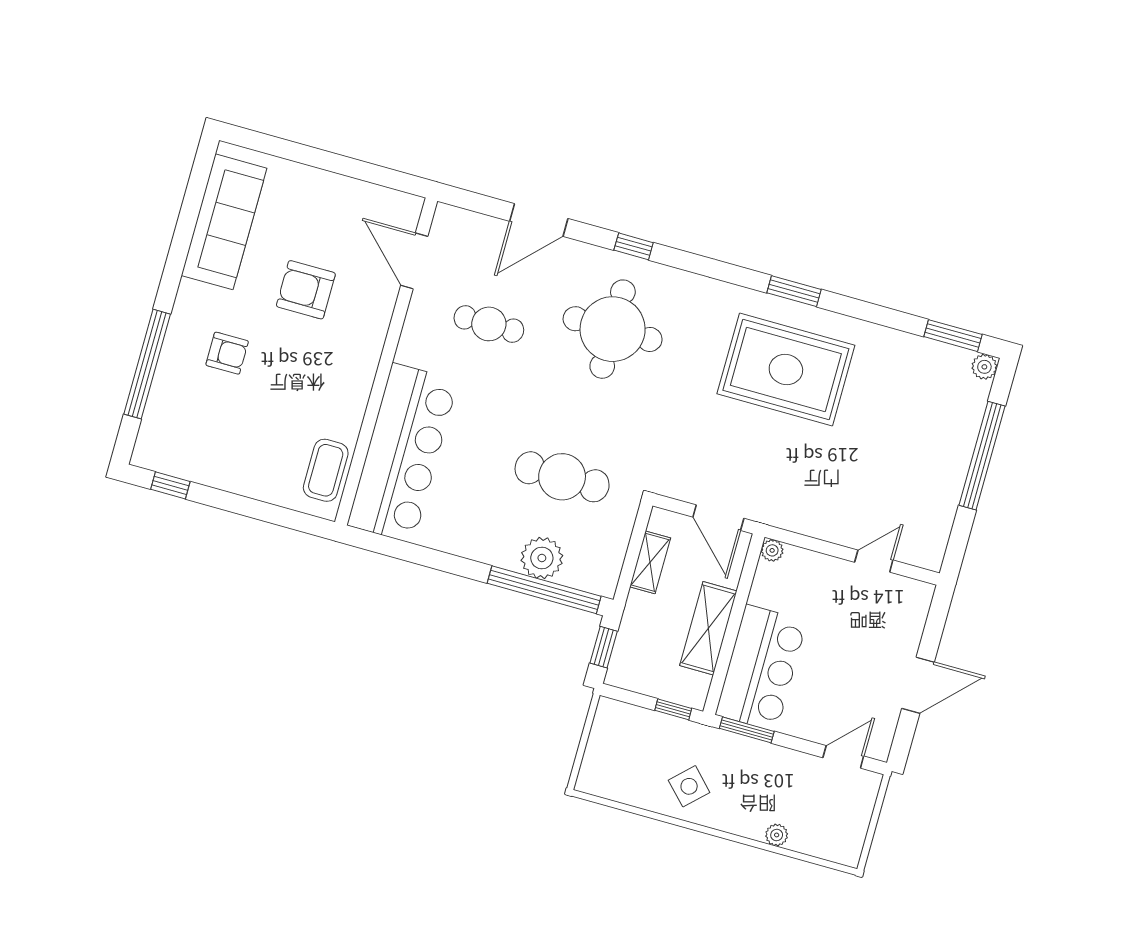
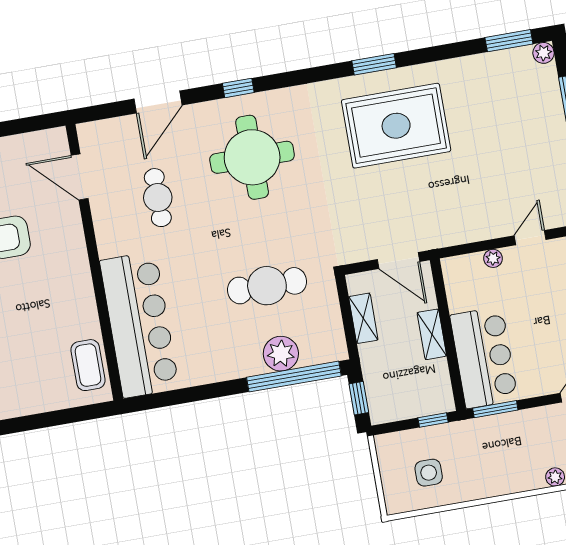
cafe table: (489, 324) -> (158, 198), turned 90
plant: (772, 550) -> (493, 258), moved
shelving: (708, 628) -> (432, 334), width x0.67, depth x0.75
side table: (689, 786) -> (429, 473), moved, turned 45

